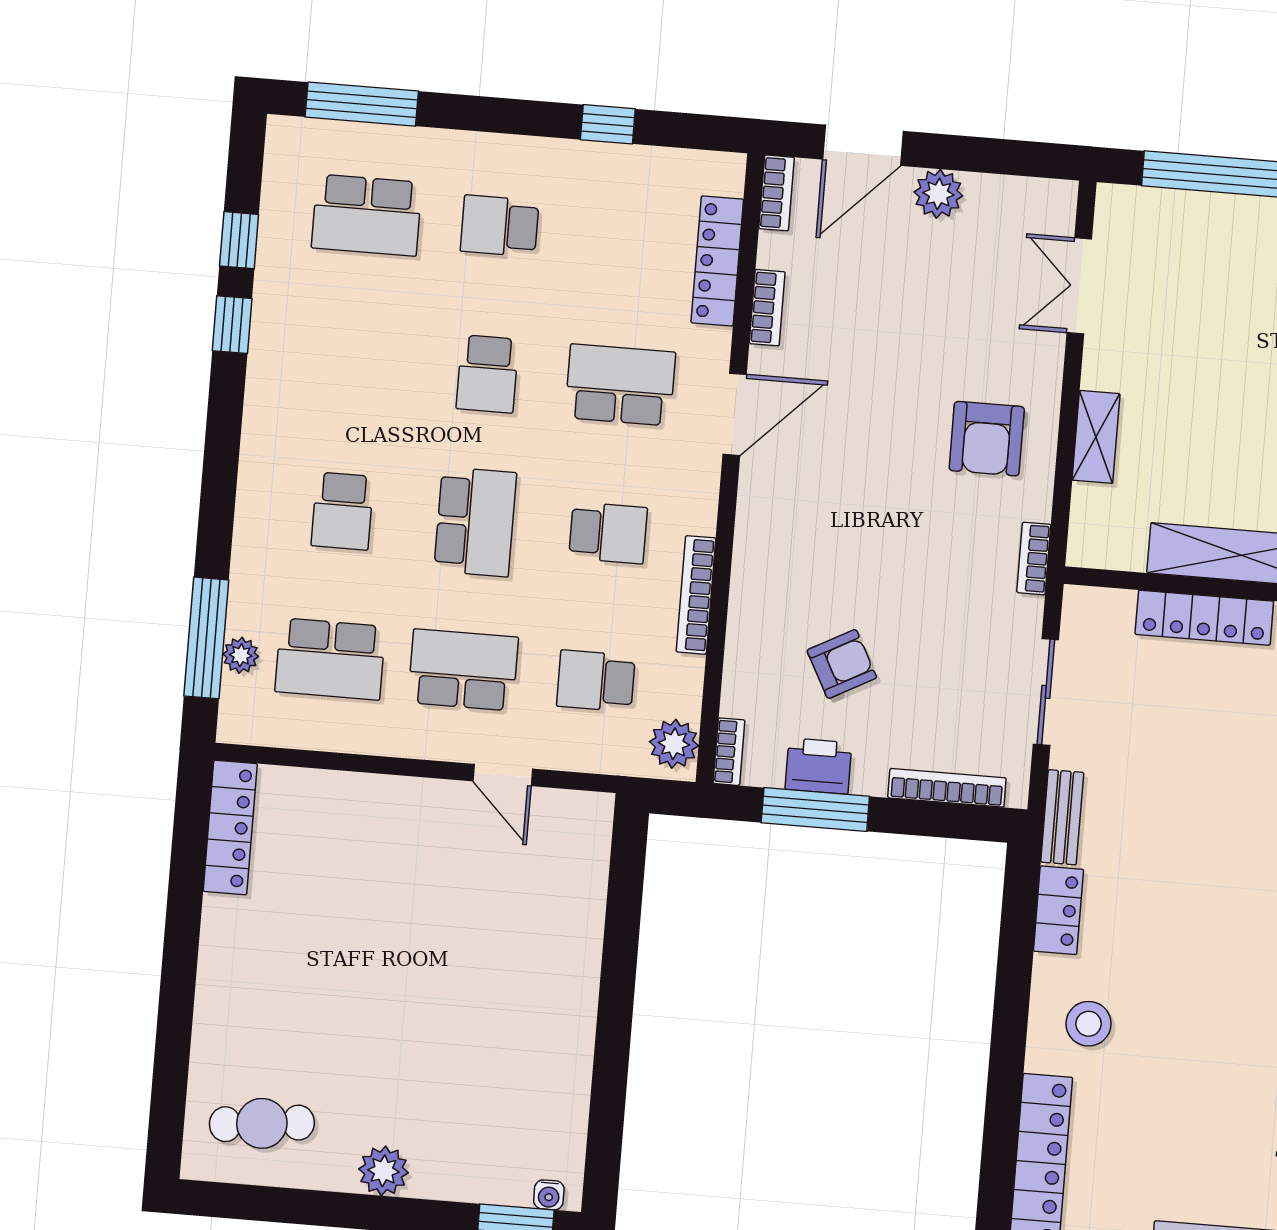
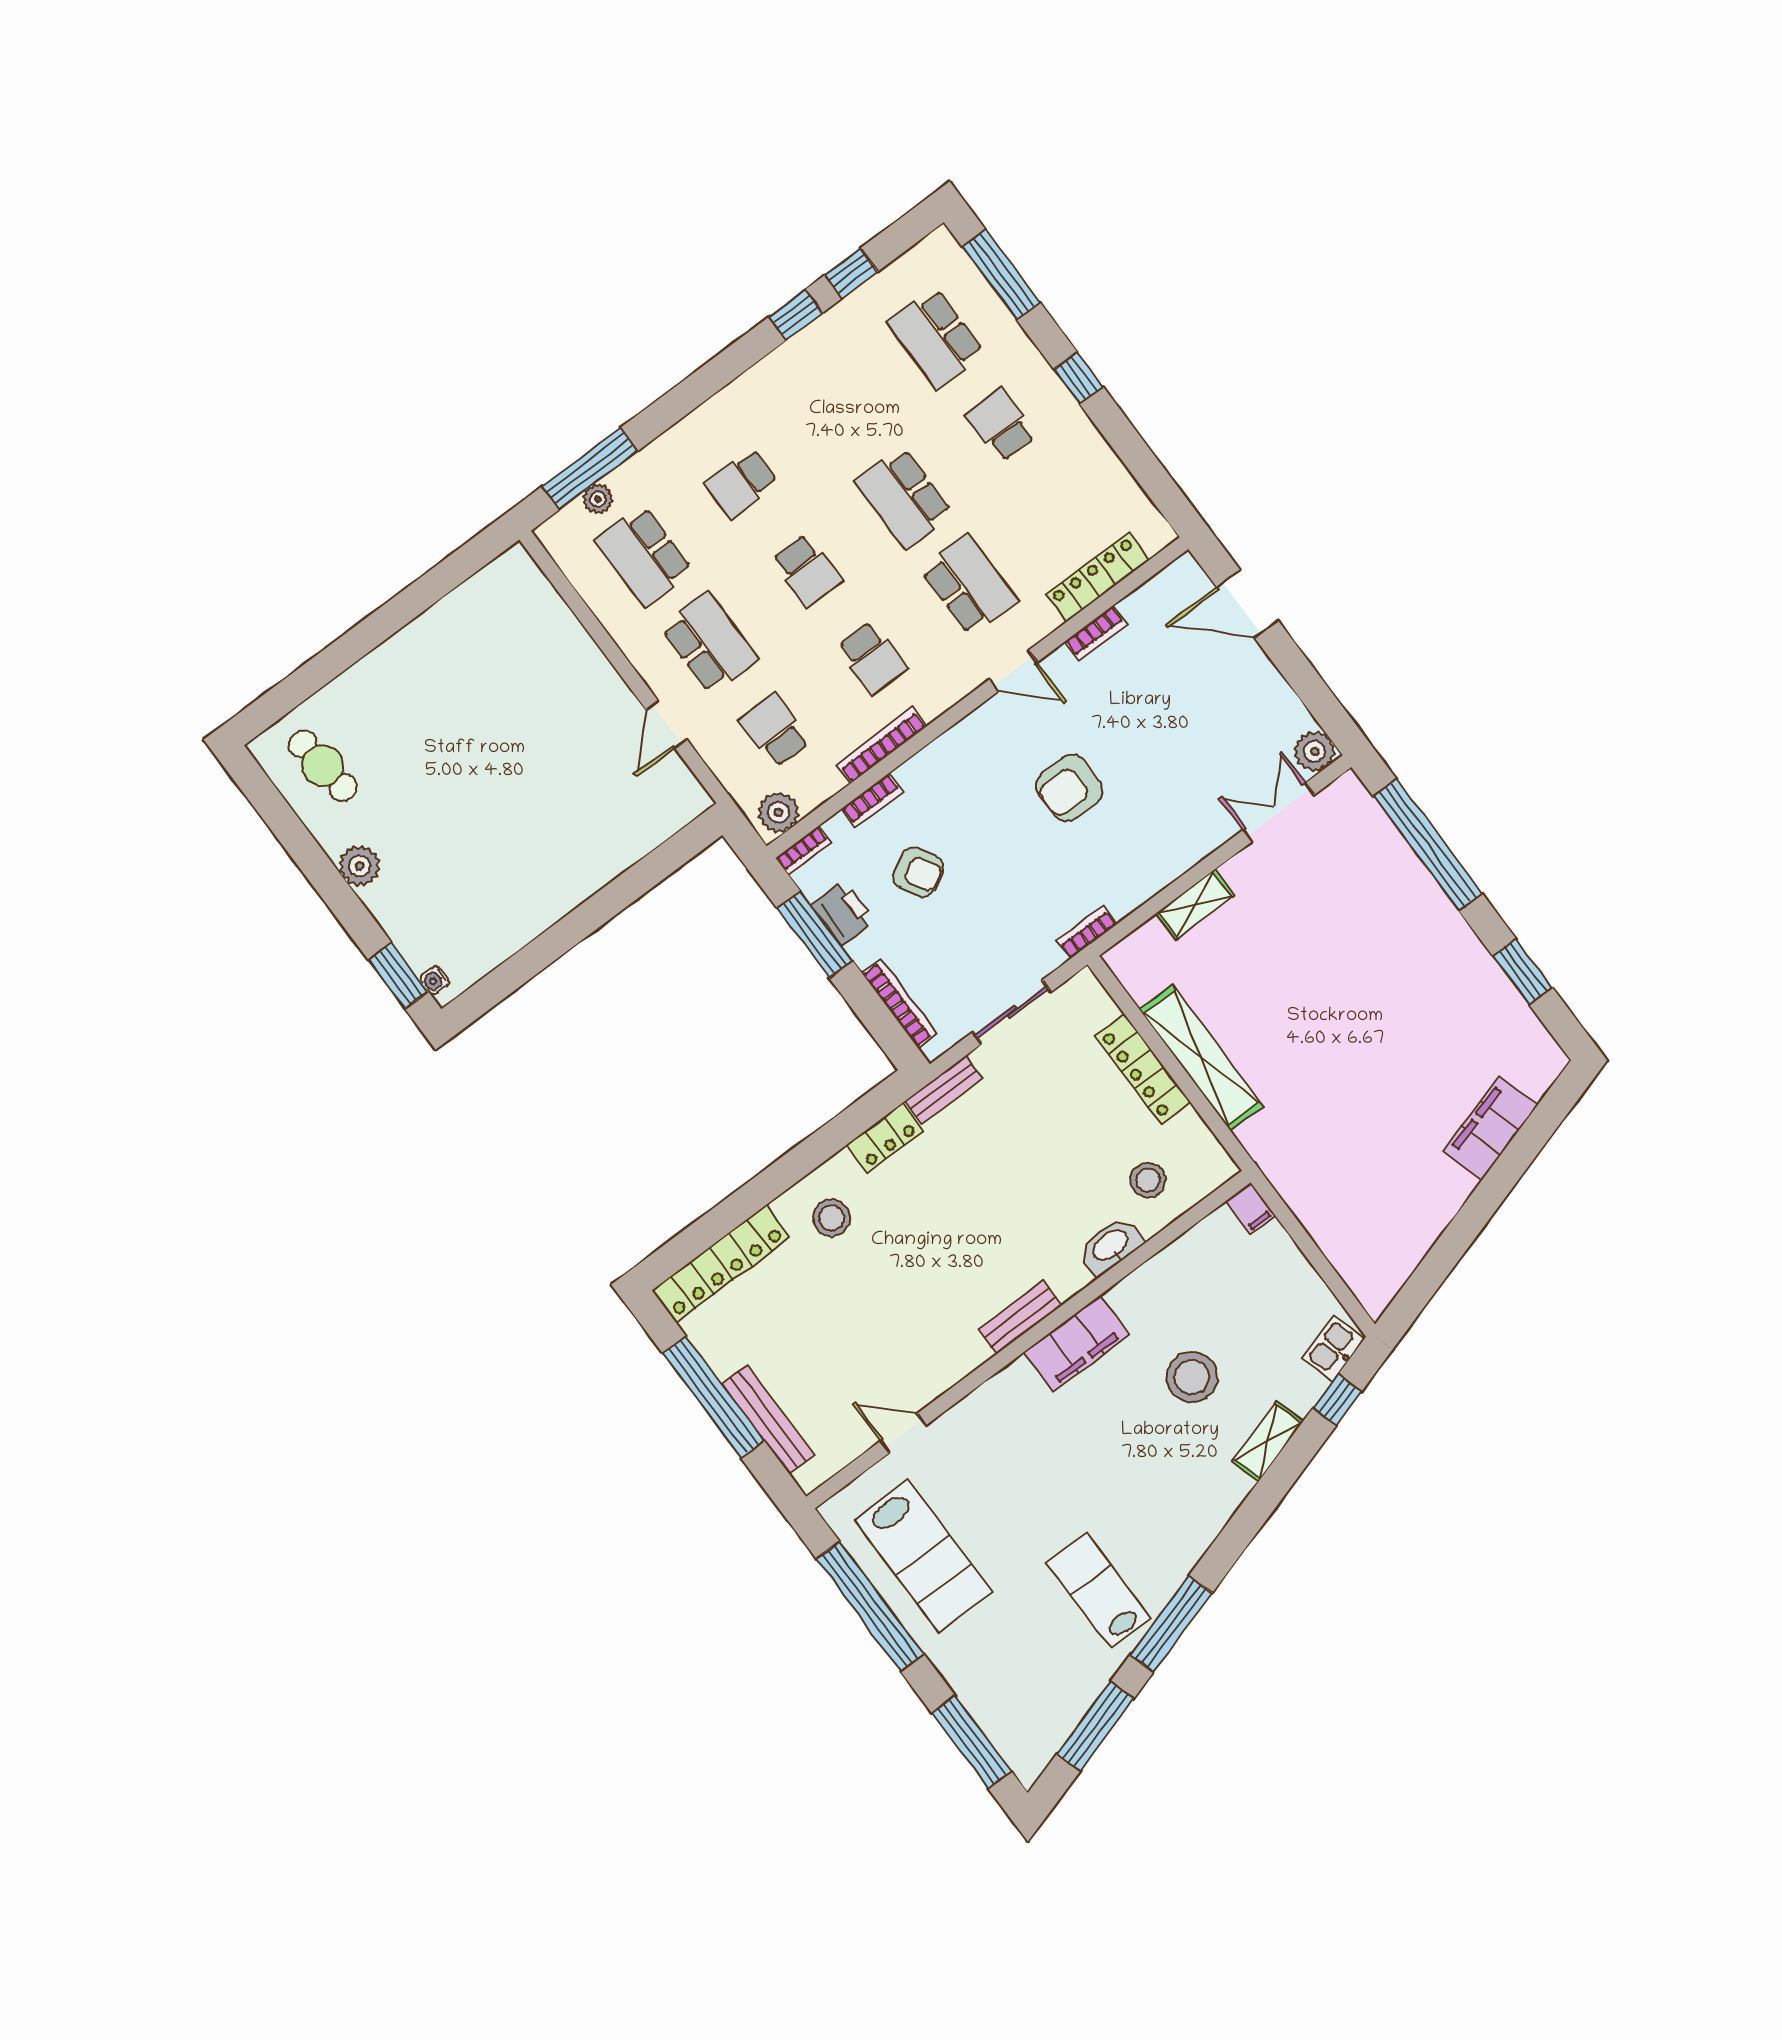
window: (608, 124) -> (1078, 378), moved
bookcase: (777, 193) -> (872, 801), moved
plant: (938, 194) -> (1315, 751), moved
school desk: (487, 374) -> (904, 498), width x1.85
door: (735, 414) -> (1013, 671), width x0.73
armchair: (987, 439) -> (1069, 788), moved
school desk: (475, 522) -> (807, 570), width x0.54
locker: (230, 827) -> (487, 586), removed

